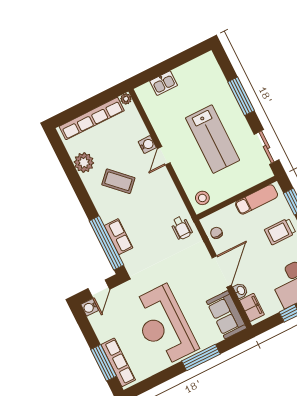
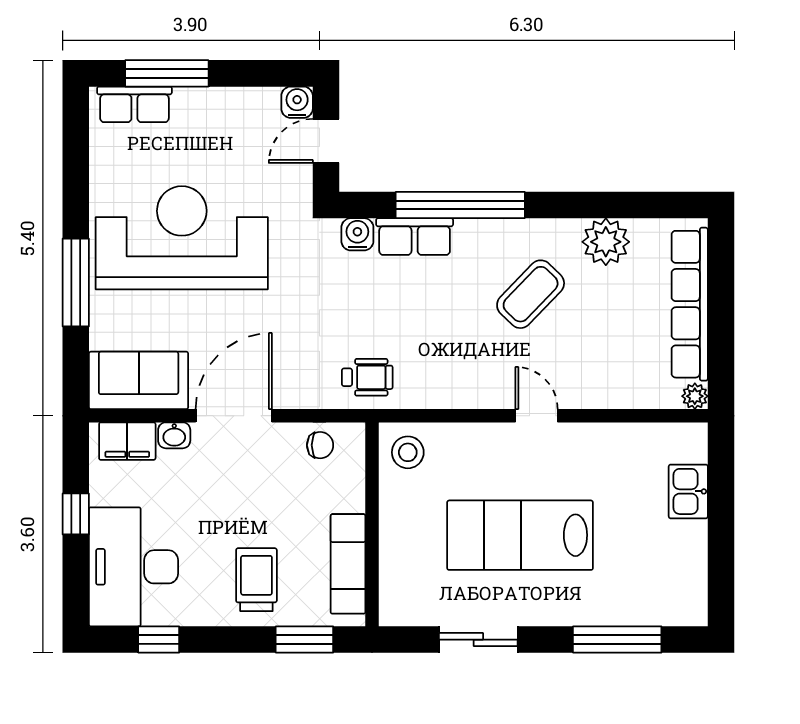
window: (241, 96) -> (617, 640), moved
water cooler: (147, 145) -> (357, 234), moved, turned 180
sliding door: (266, 147) -> (478, 640), moved
wheelchair: (181, 228) -> (367, 377), turned 180
window: (107, 243) -> (460, 205), moved
door: (222, 272) -> (234, 416), swing flipped
door: (99, 289) -> (326, 141), hinge flipped
row of seats: (118, 362) -> (134, 104), width x0.68

